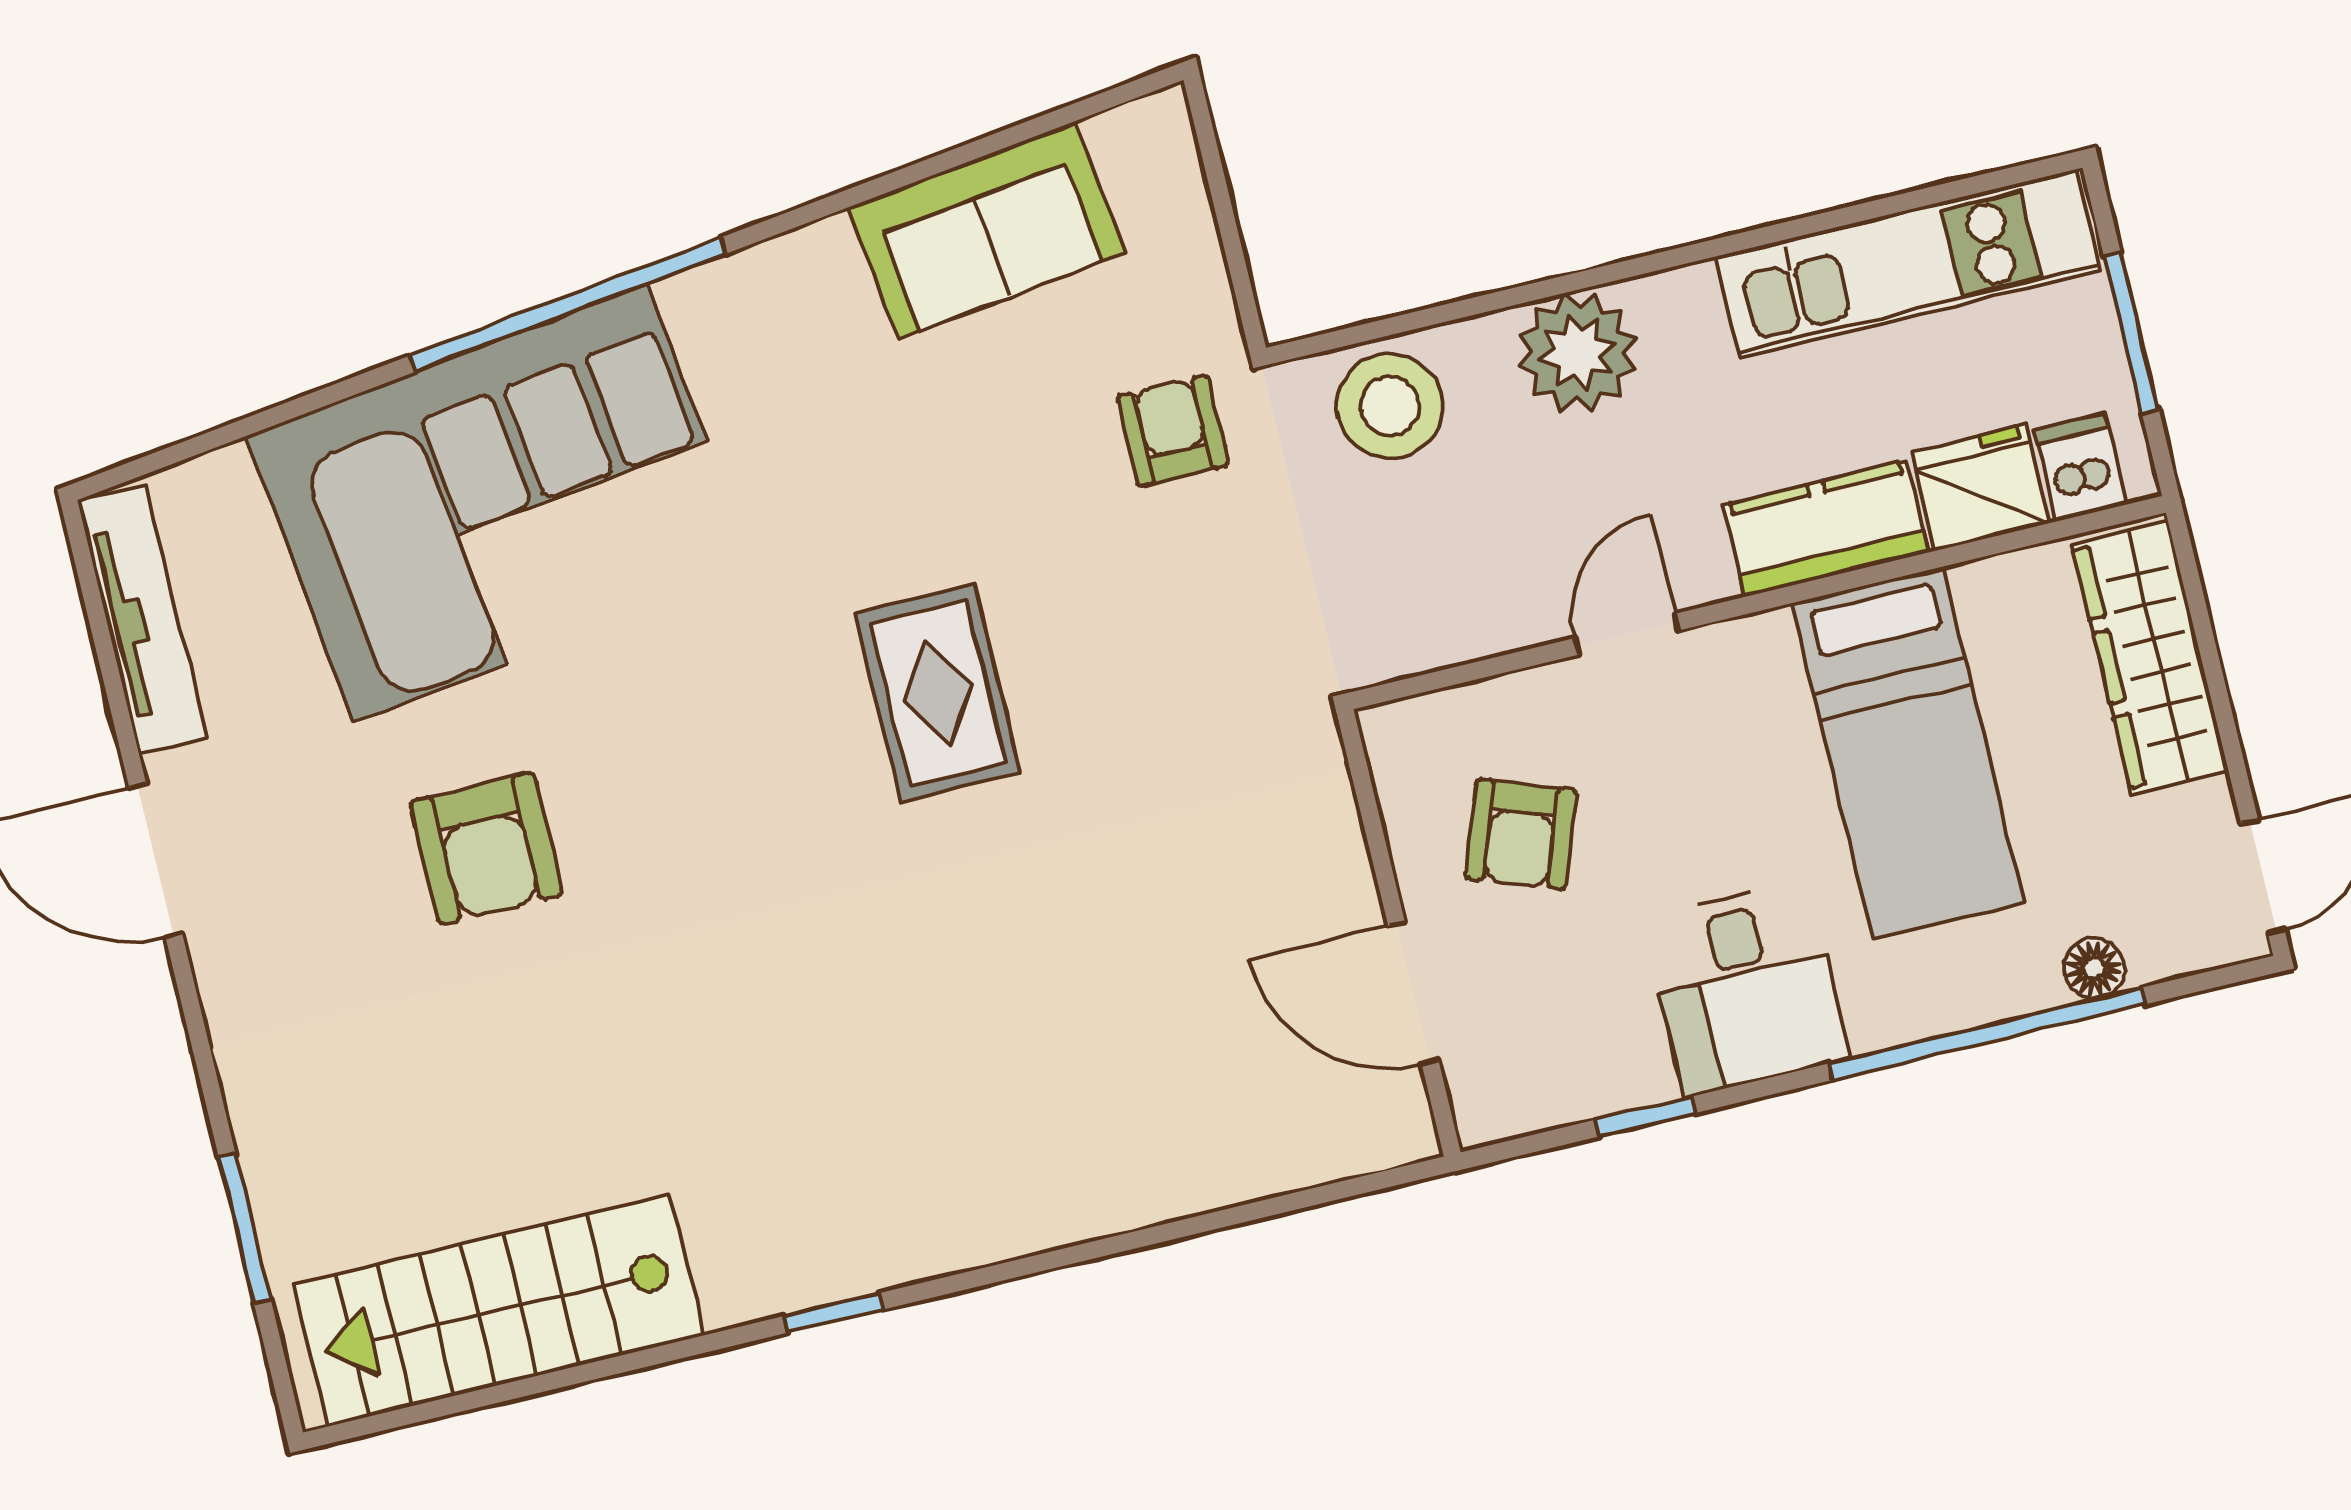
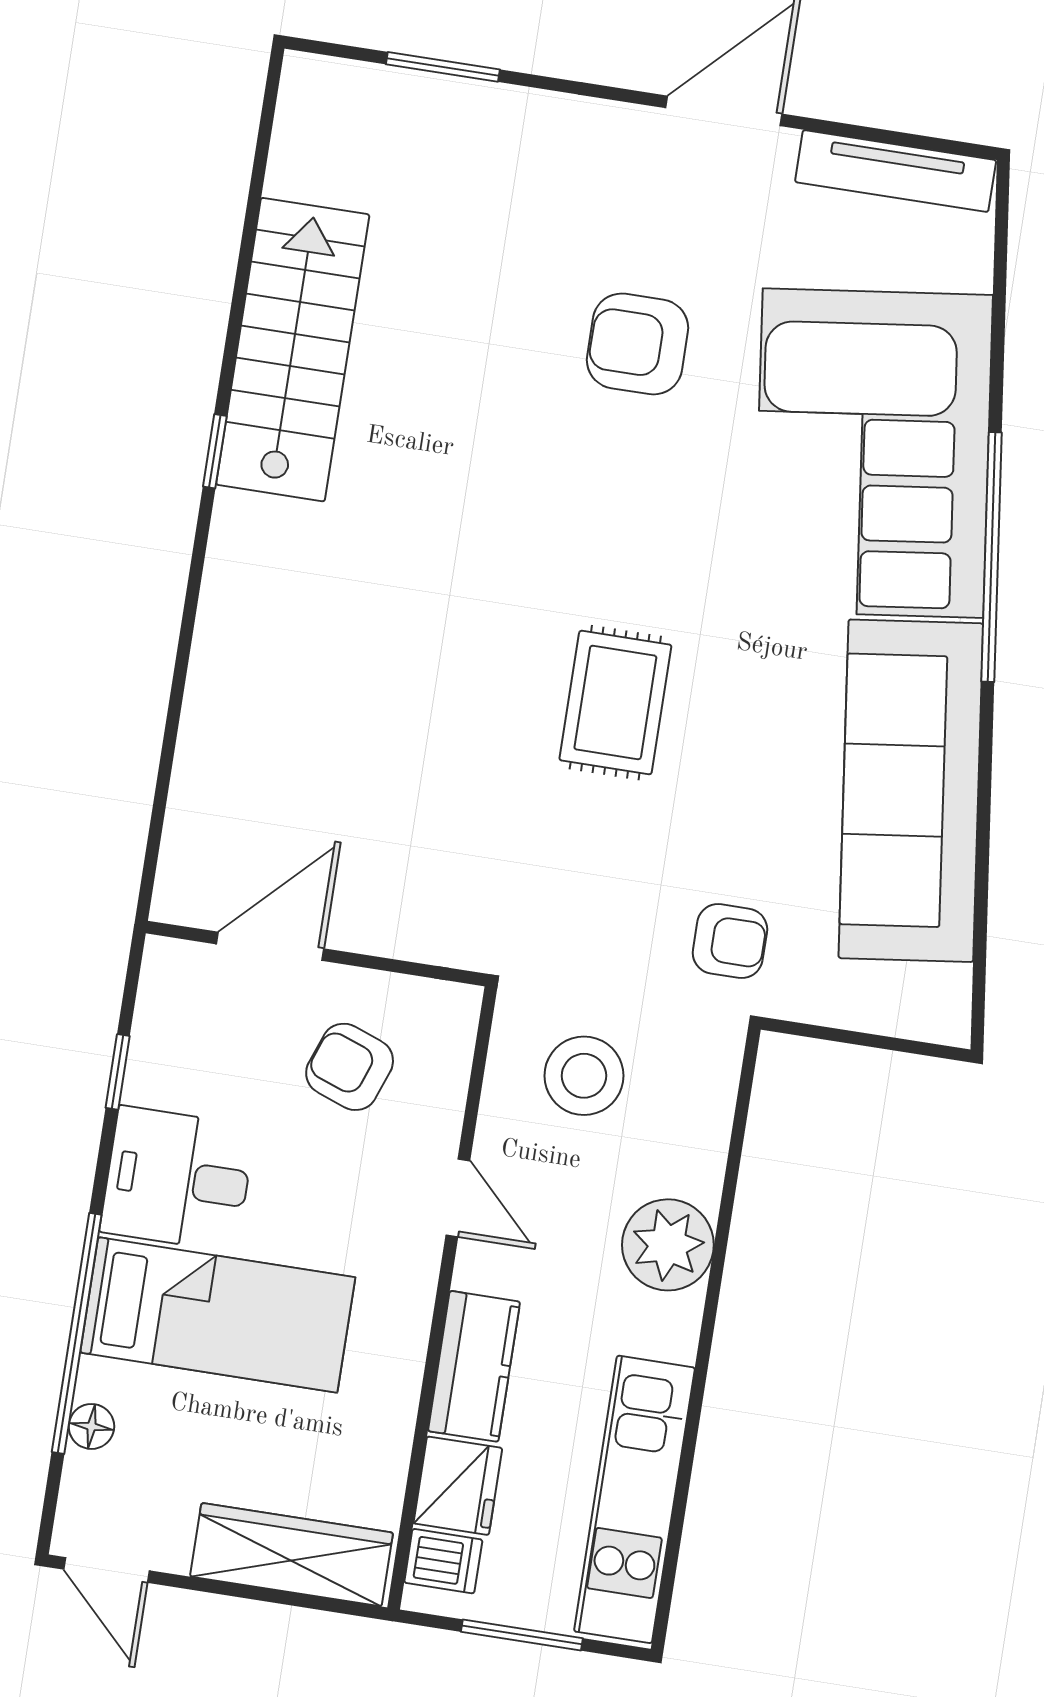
sofa: (986, 230) -> (911, 791), width x1.85, depth x1.27
stool: (1390, 406) -> (584, 1076), moved
rug: (938, 693) -> (615, 702), turned 90
bed: (1908, 753) -> (218, 1315), moved, turned 180
stairs: (499, 1310) -> (293, 350), moved

